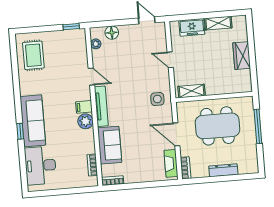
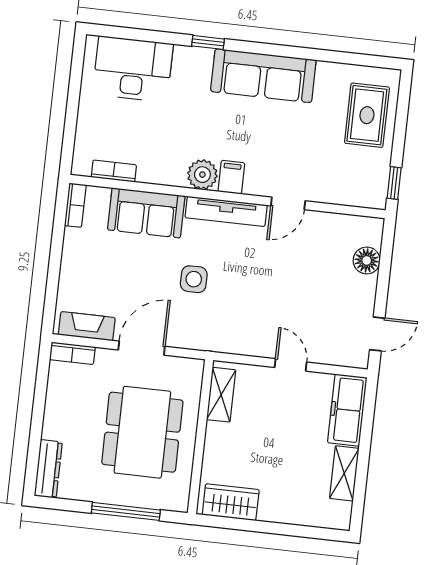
freezer: (192, 27) -> (347, 410), width x1.40
plant: (96, 44) -> (351, 225), removed
rug: (33, 55) -> (367, 115), moved, turned 90
wardrobe: (242, 56) -> (231, 502), moved
door: (170, 60) -> (291, 365), hinge flipped
side table: (157, 99) -> (194, 279), moved
sofa: (33, 121) -> (263, 76), moved
dresser: (223, 170) -> (48, 469), moved

